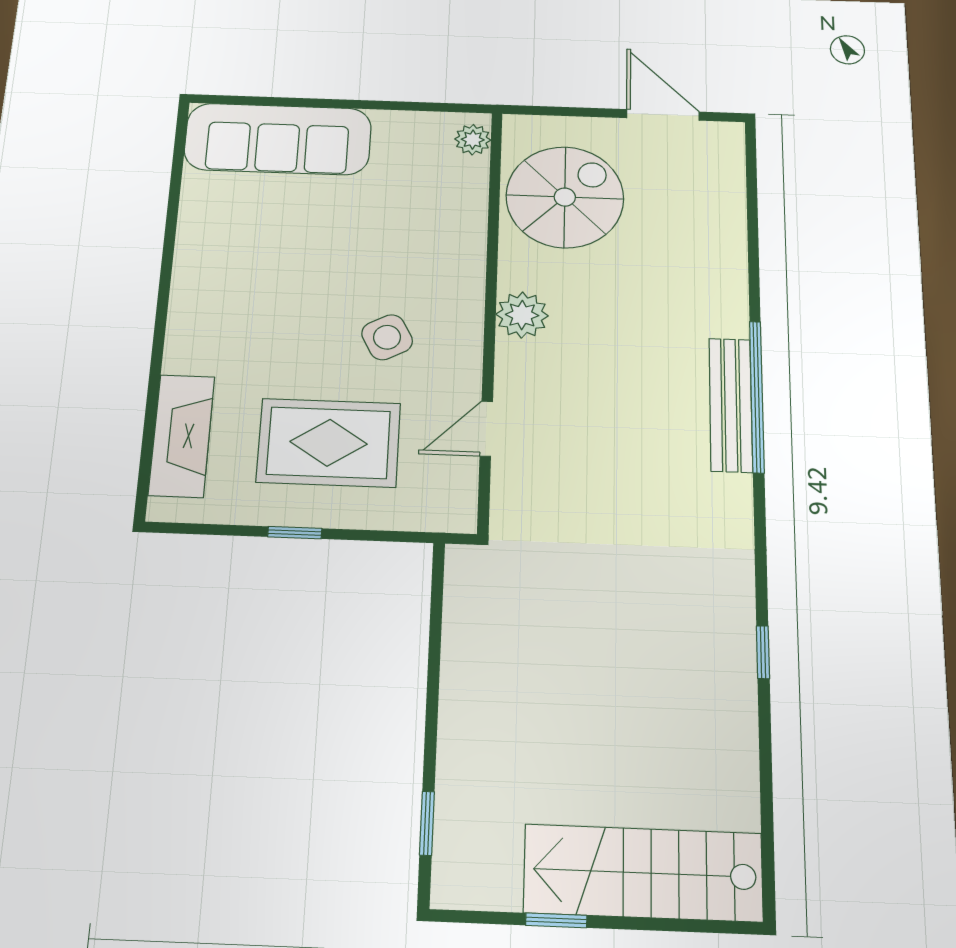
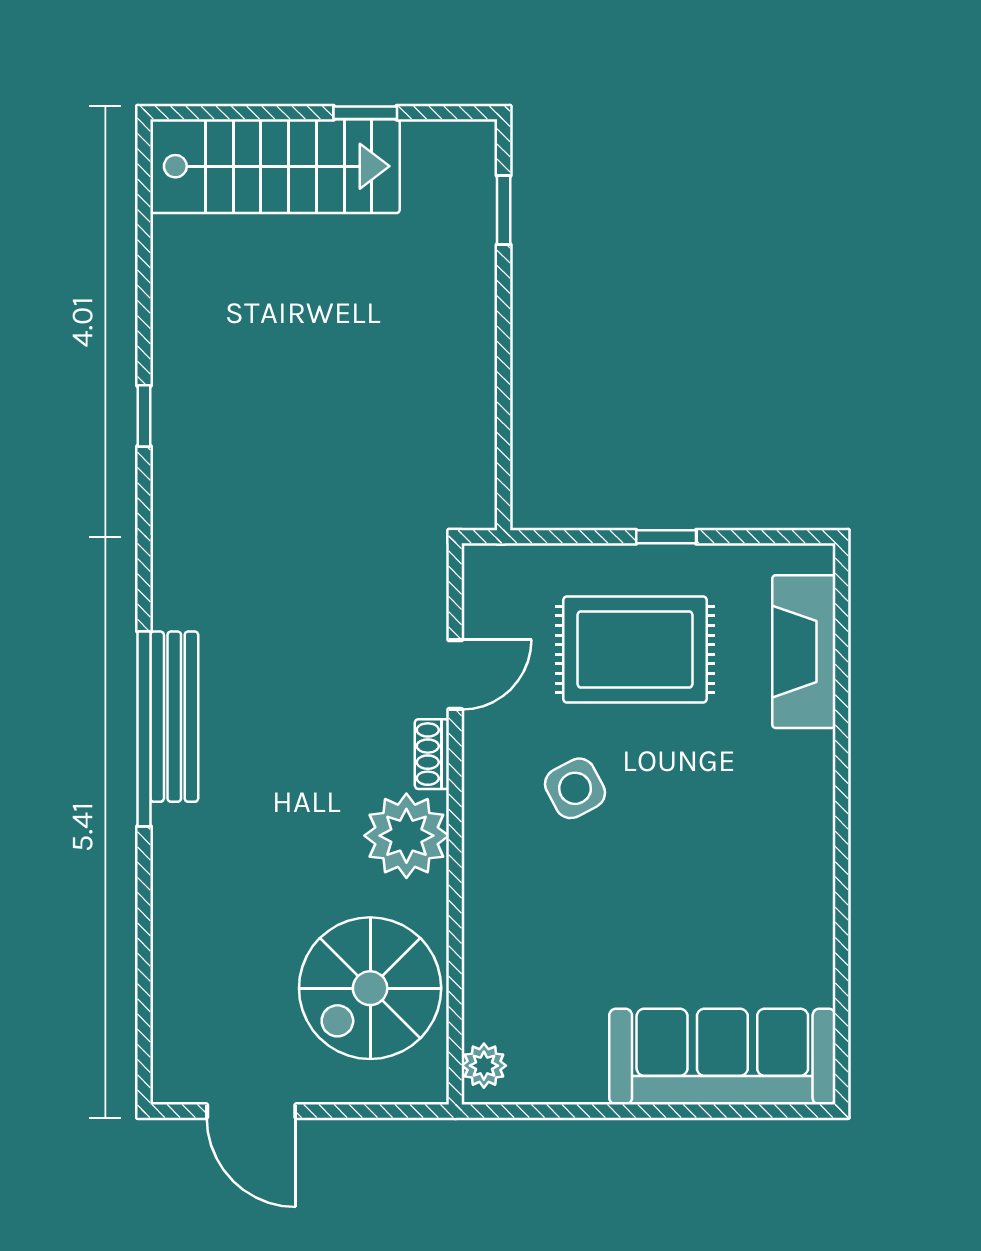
plant: (522, 315) -> (406, 836), width x1.36, depth x1.36
shoe rack: (508, 368) -> (432, 754), added

